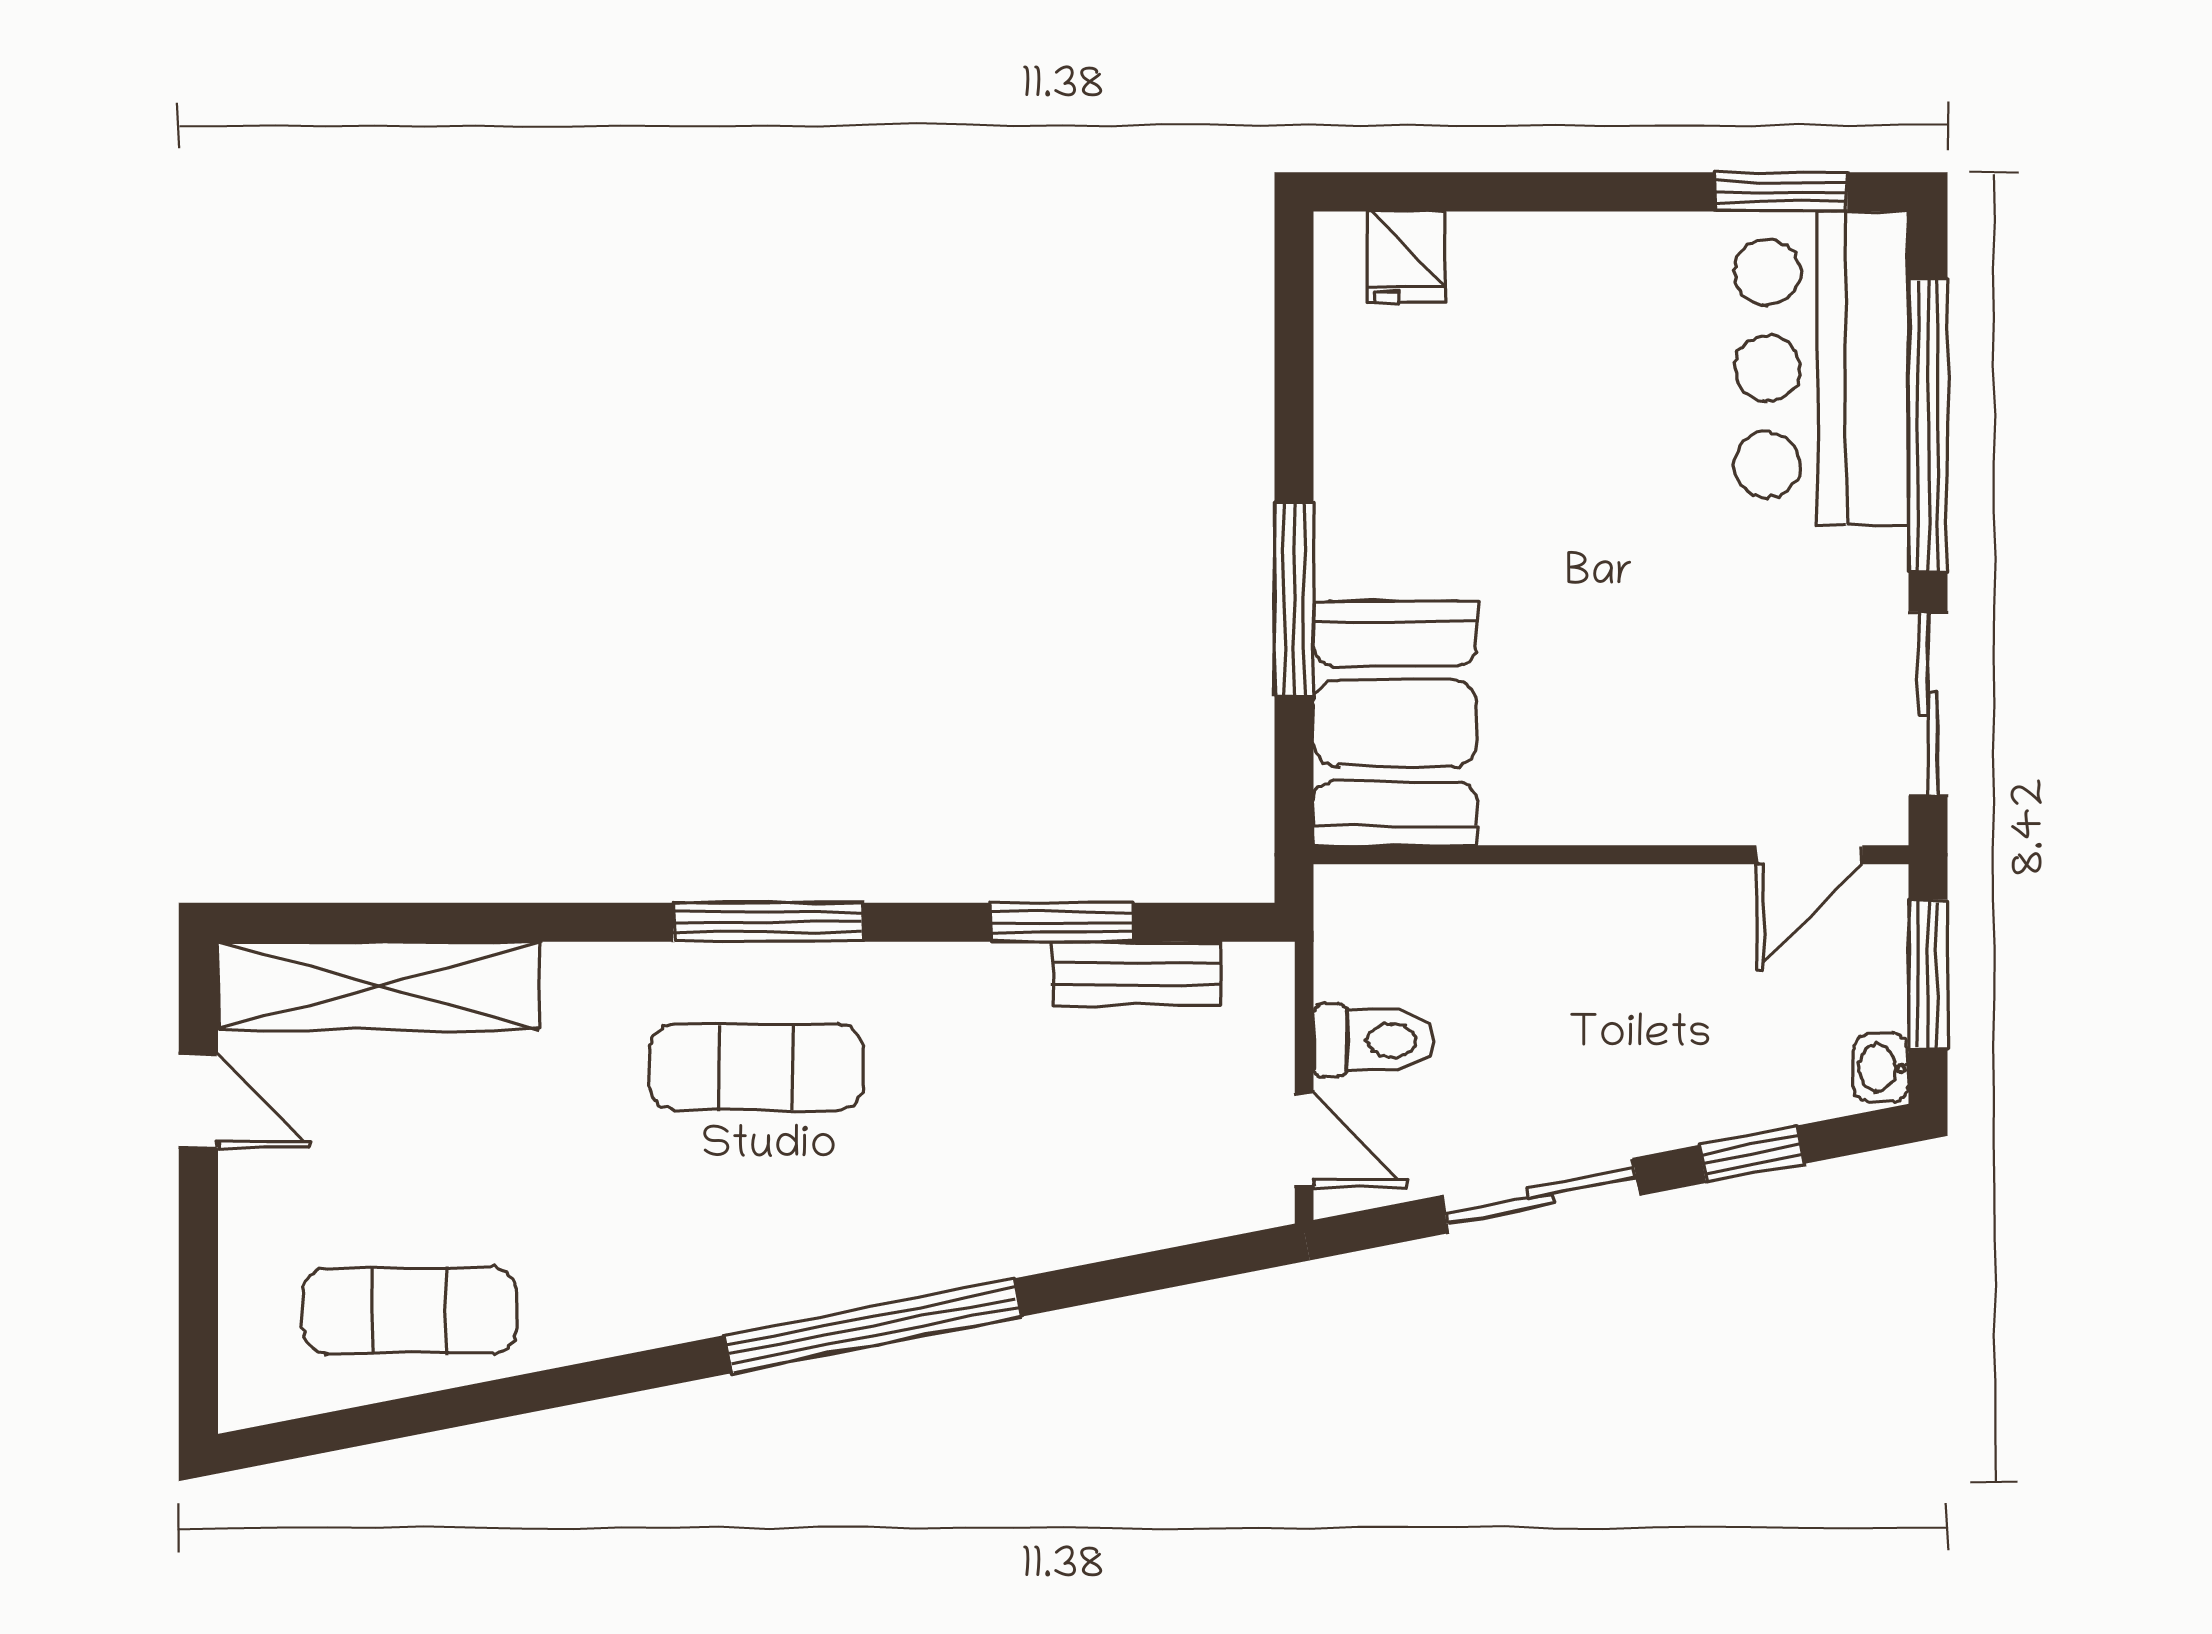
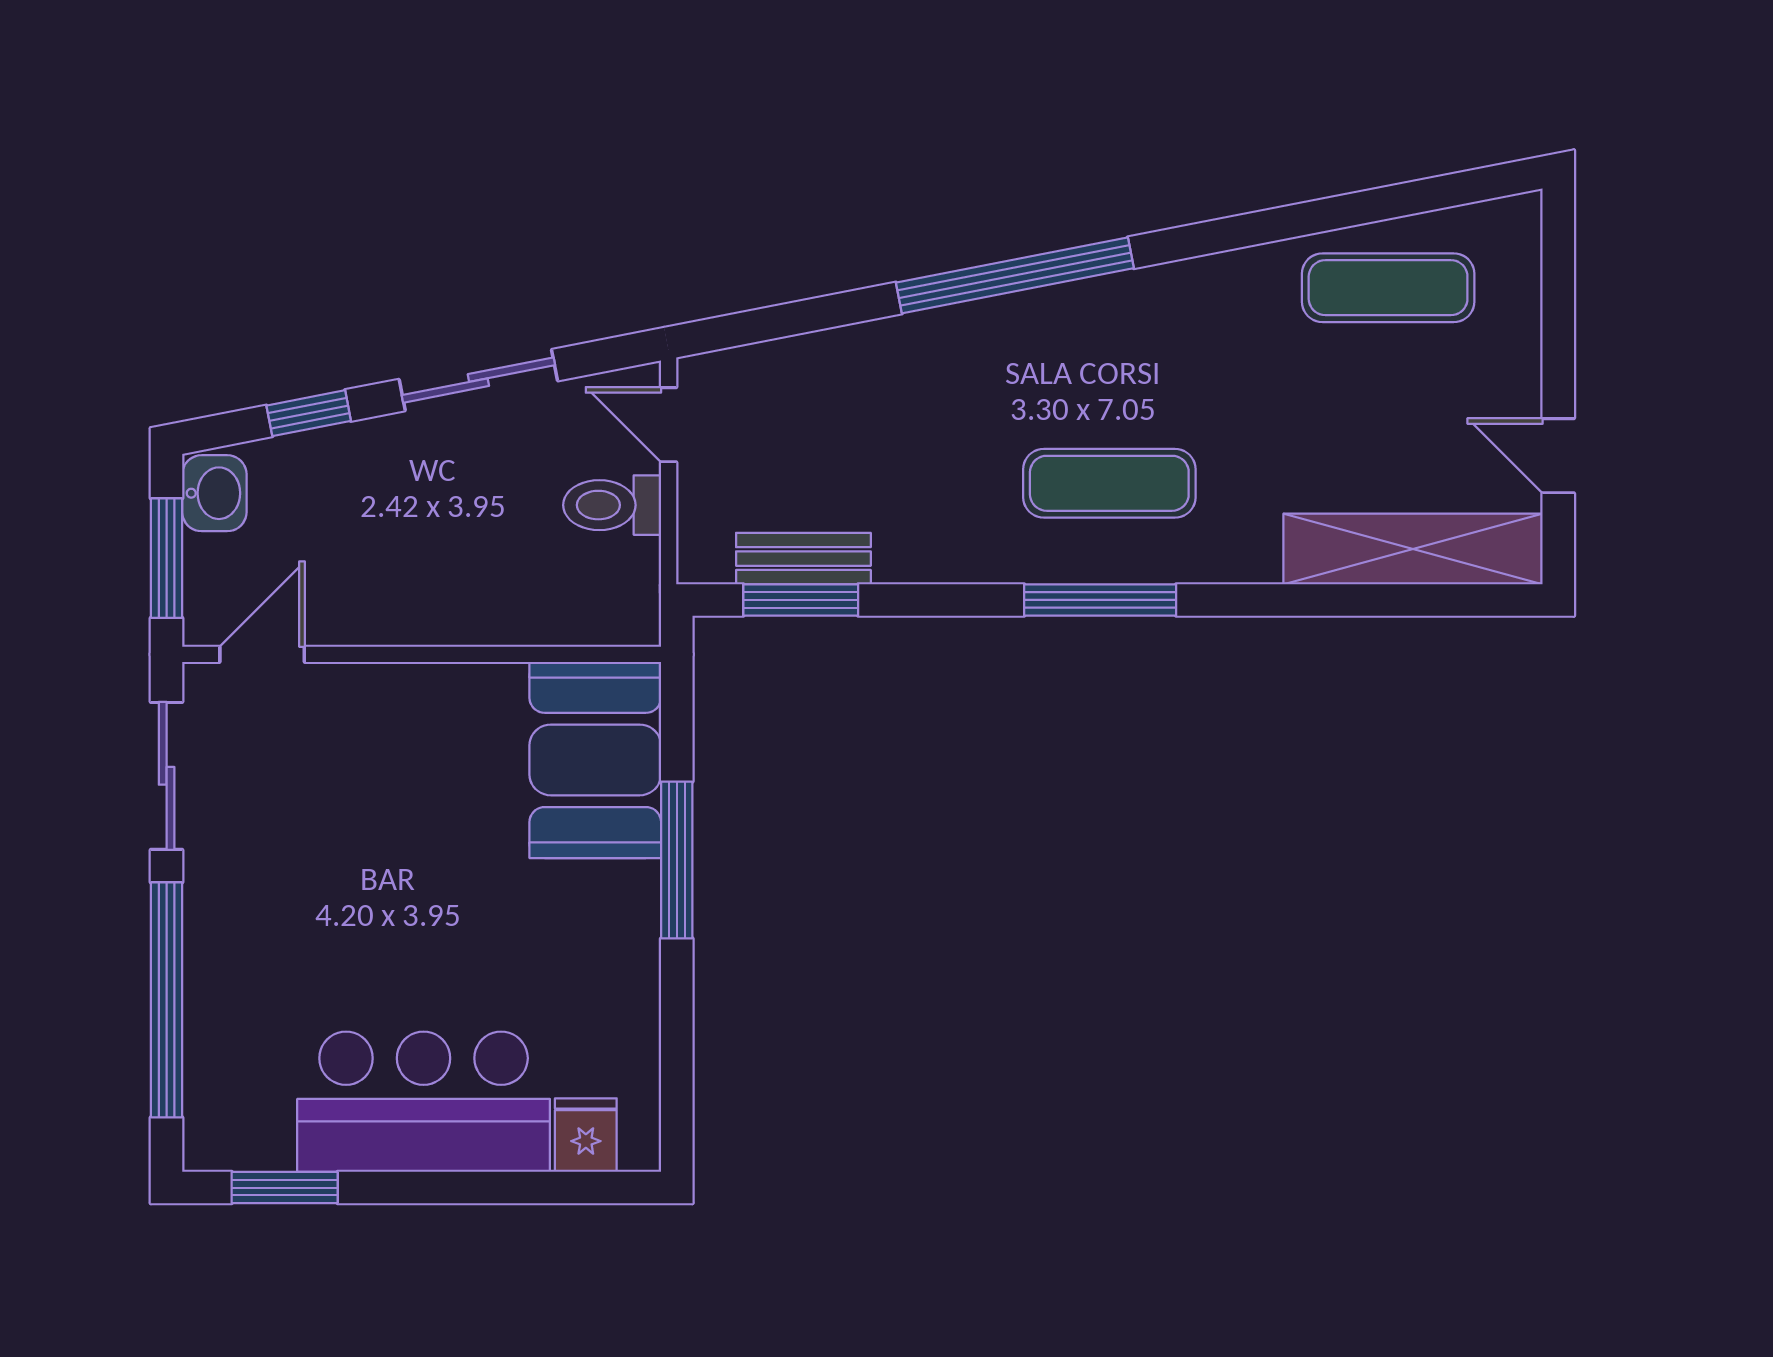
bar counter: (1821, 368) -> (424, 1102), moved, turned -90
window: (1063, 922) -> (801, 600), moved
washbasin: (1881, 1068) -> (214, 493), width x1.38, depth x1.45

